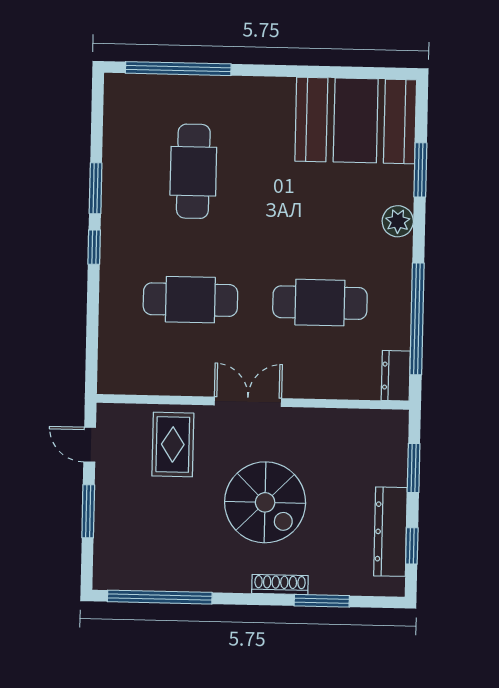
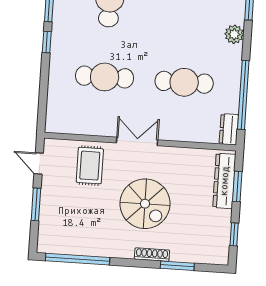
dresser: (390, 532) -> (224, 181), moved

